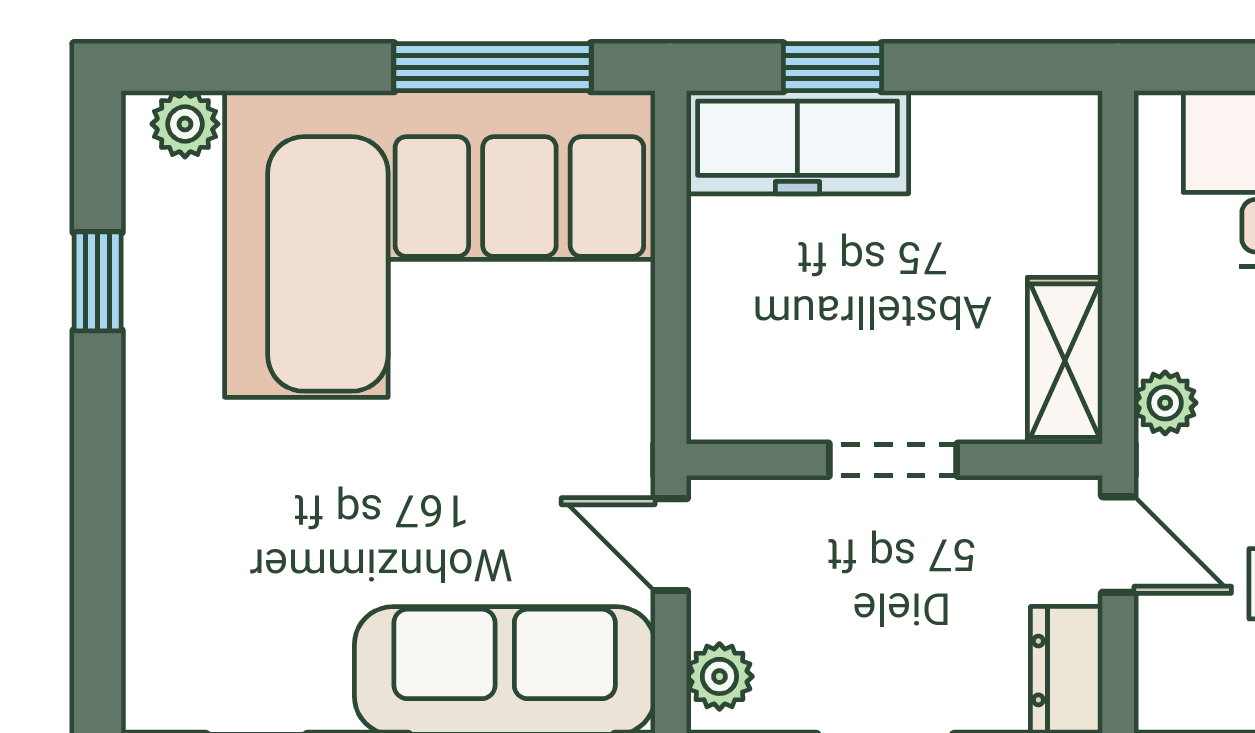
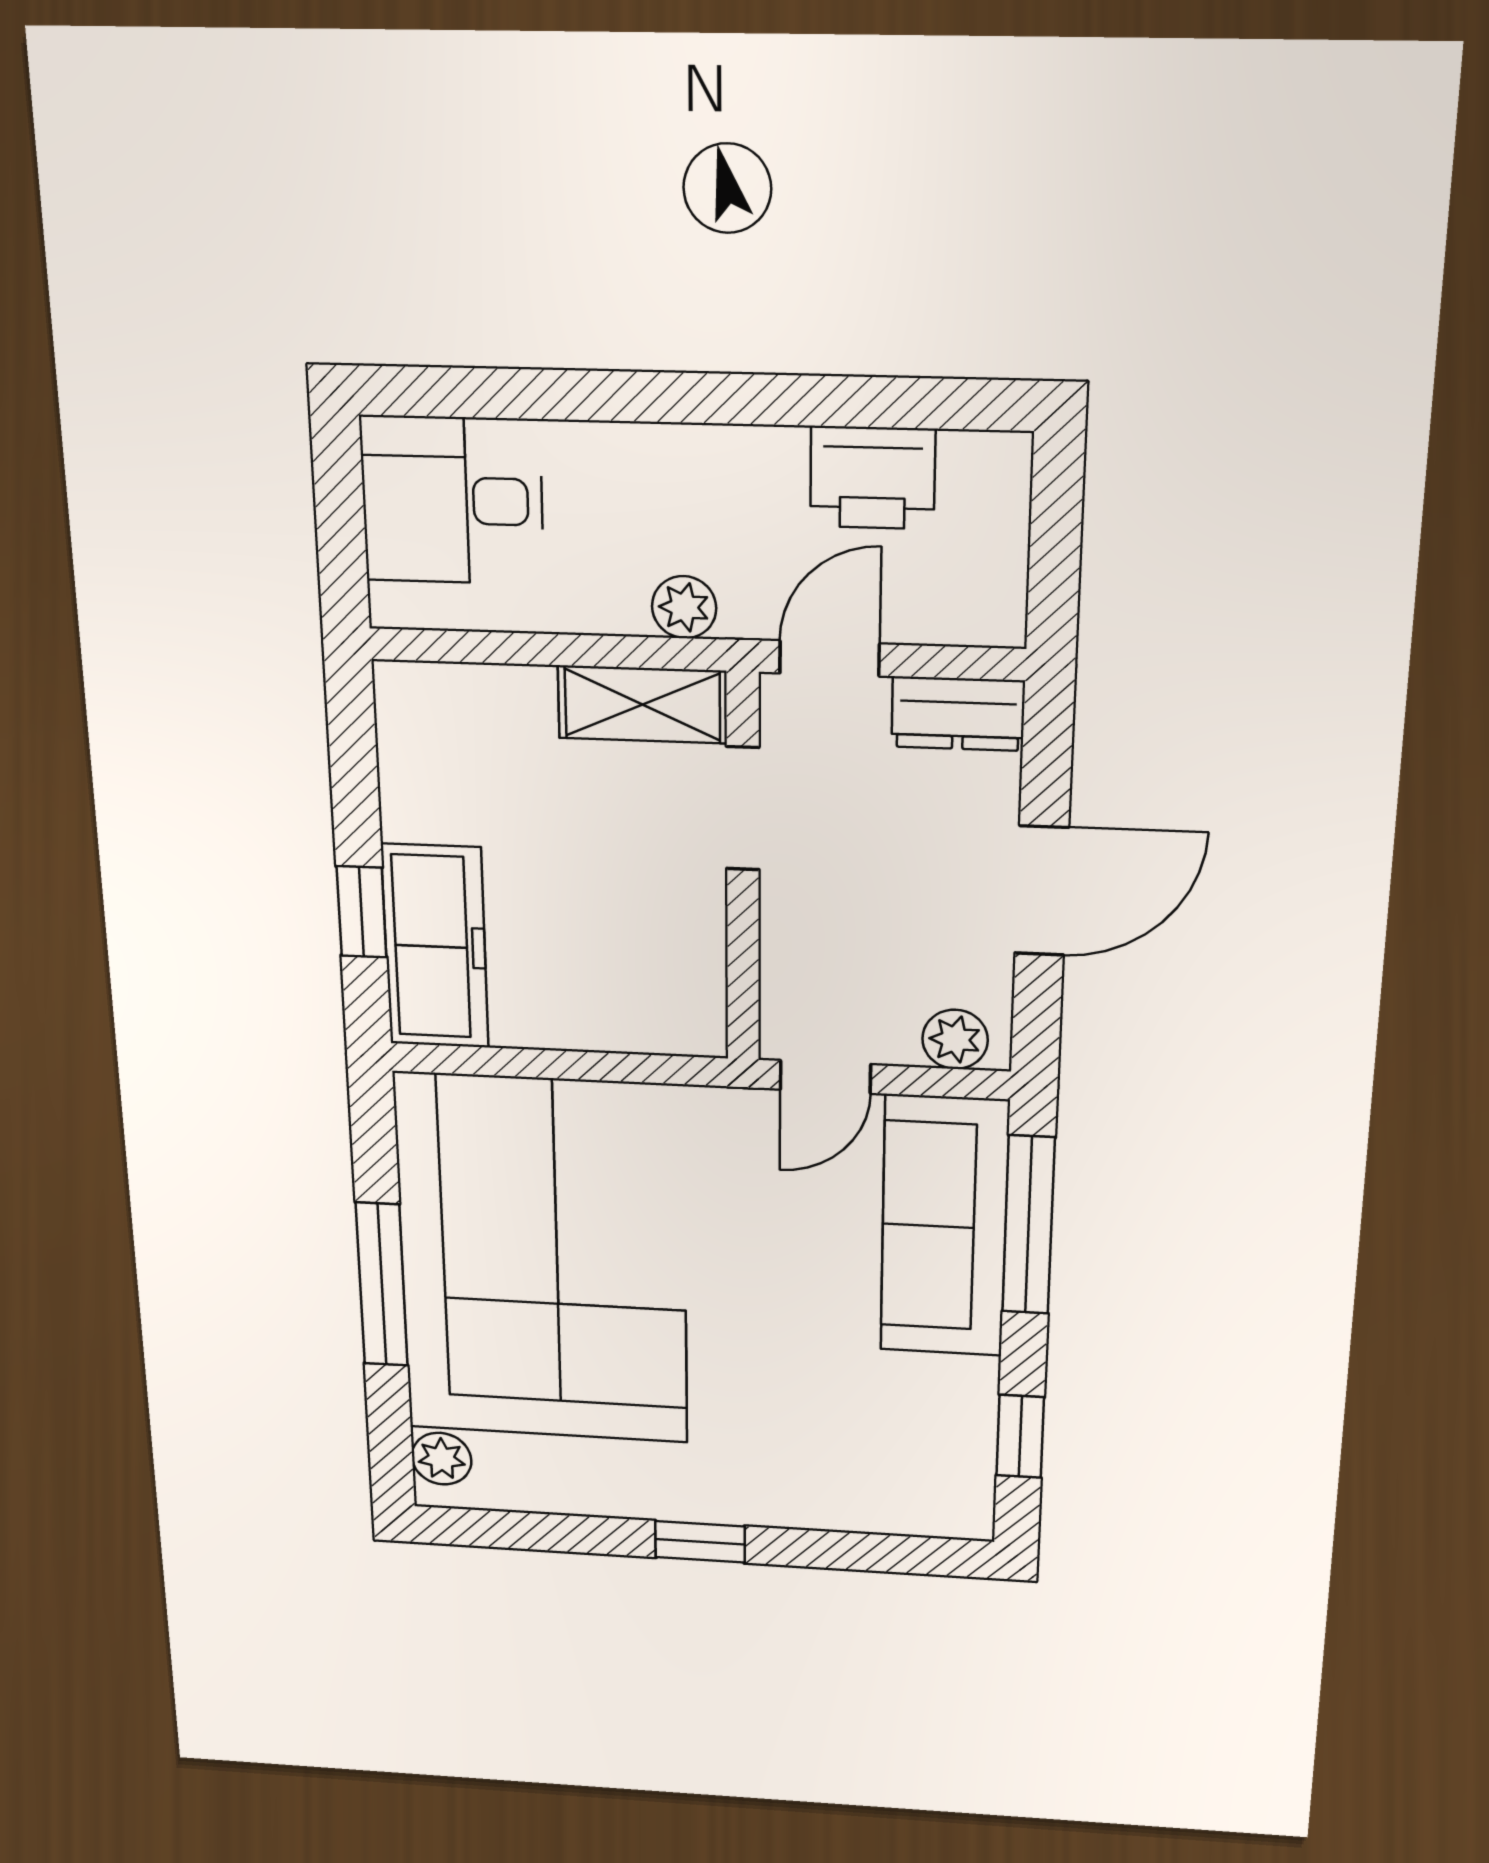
window: (492, 67) -> (382, 1285), moved
window: (98, 281) -> (700, 1542), moved
doorway: (893, 460) -> (743, 808), moved

